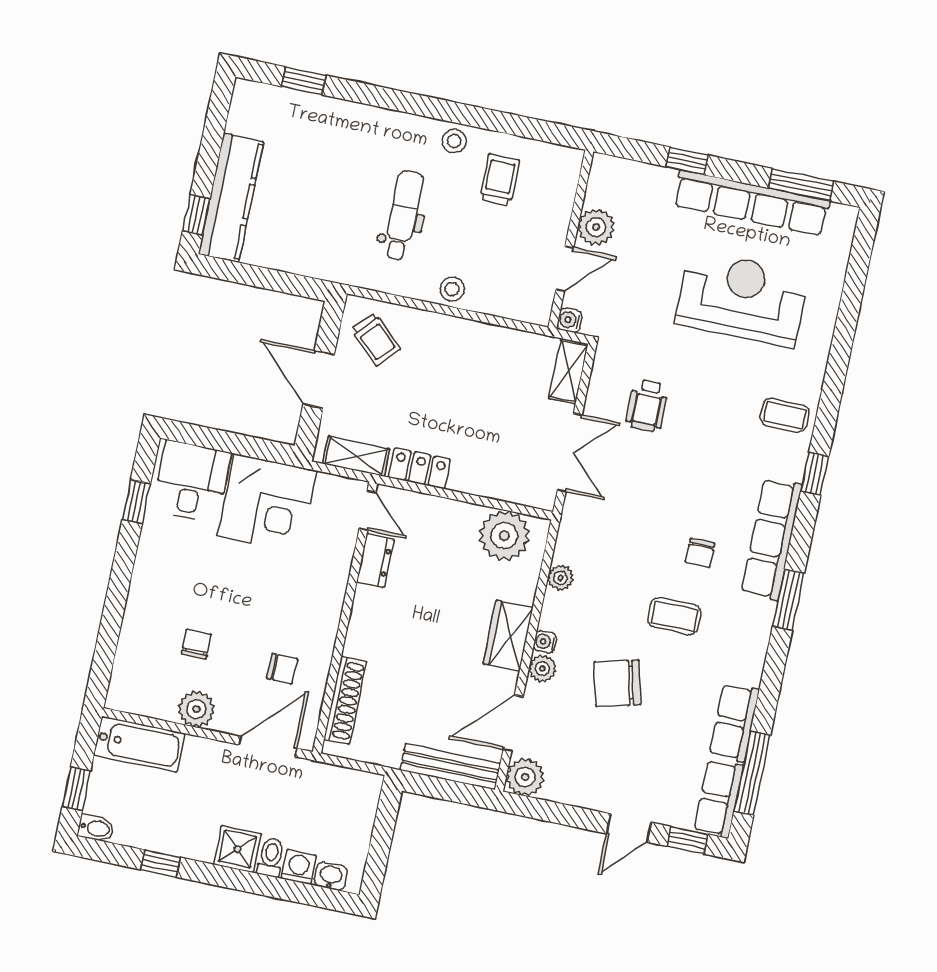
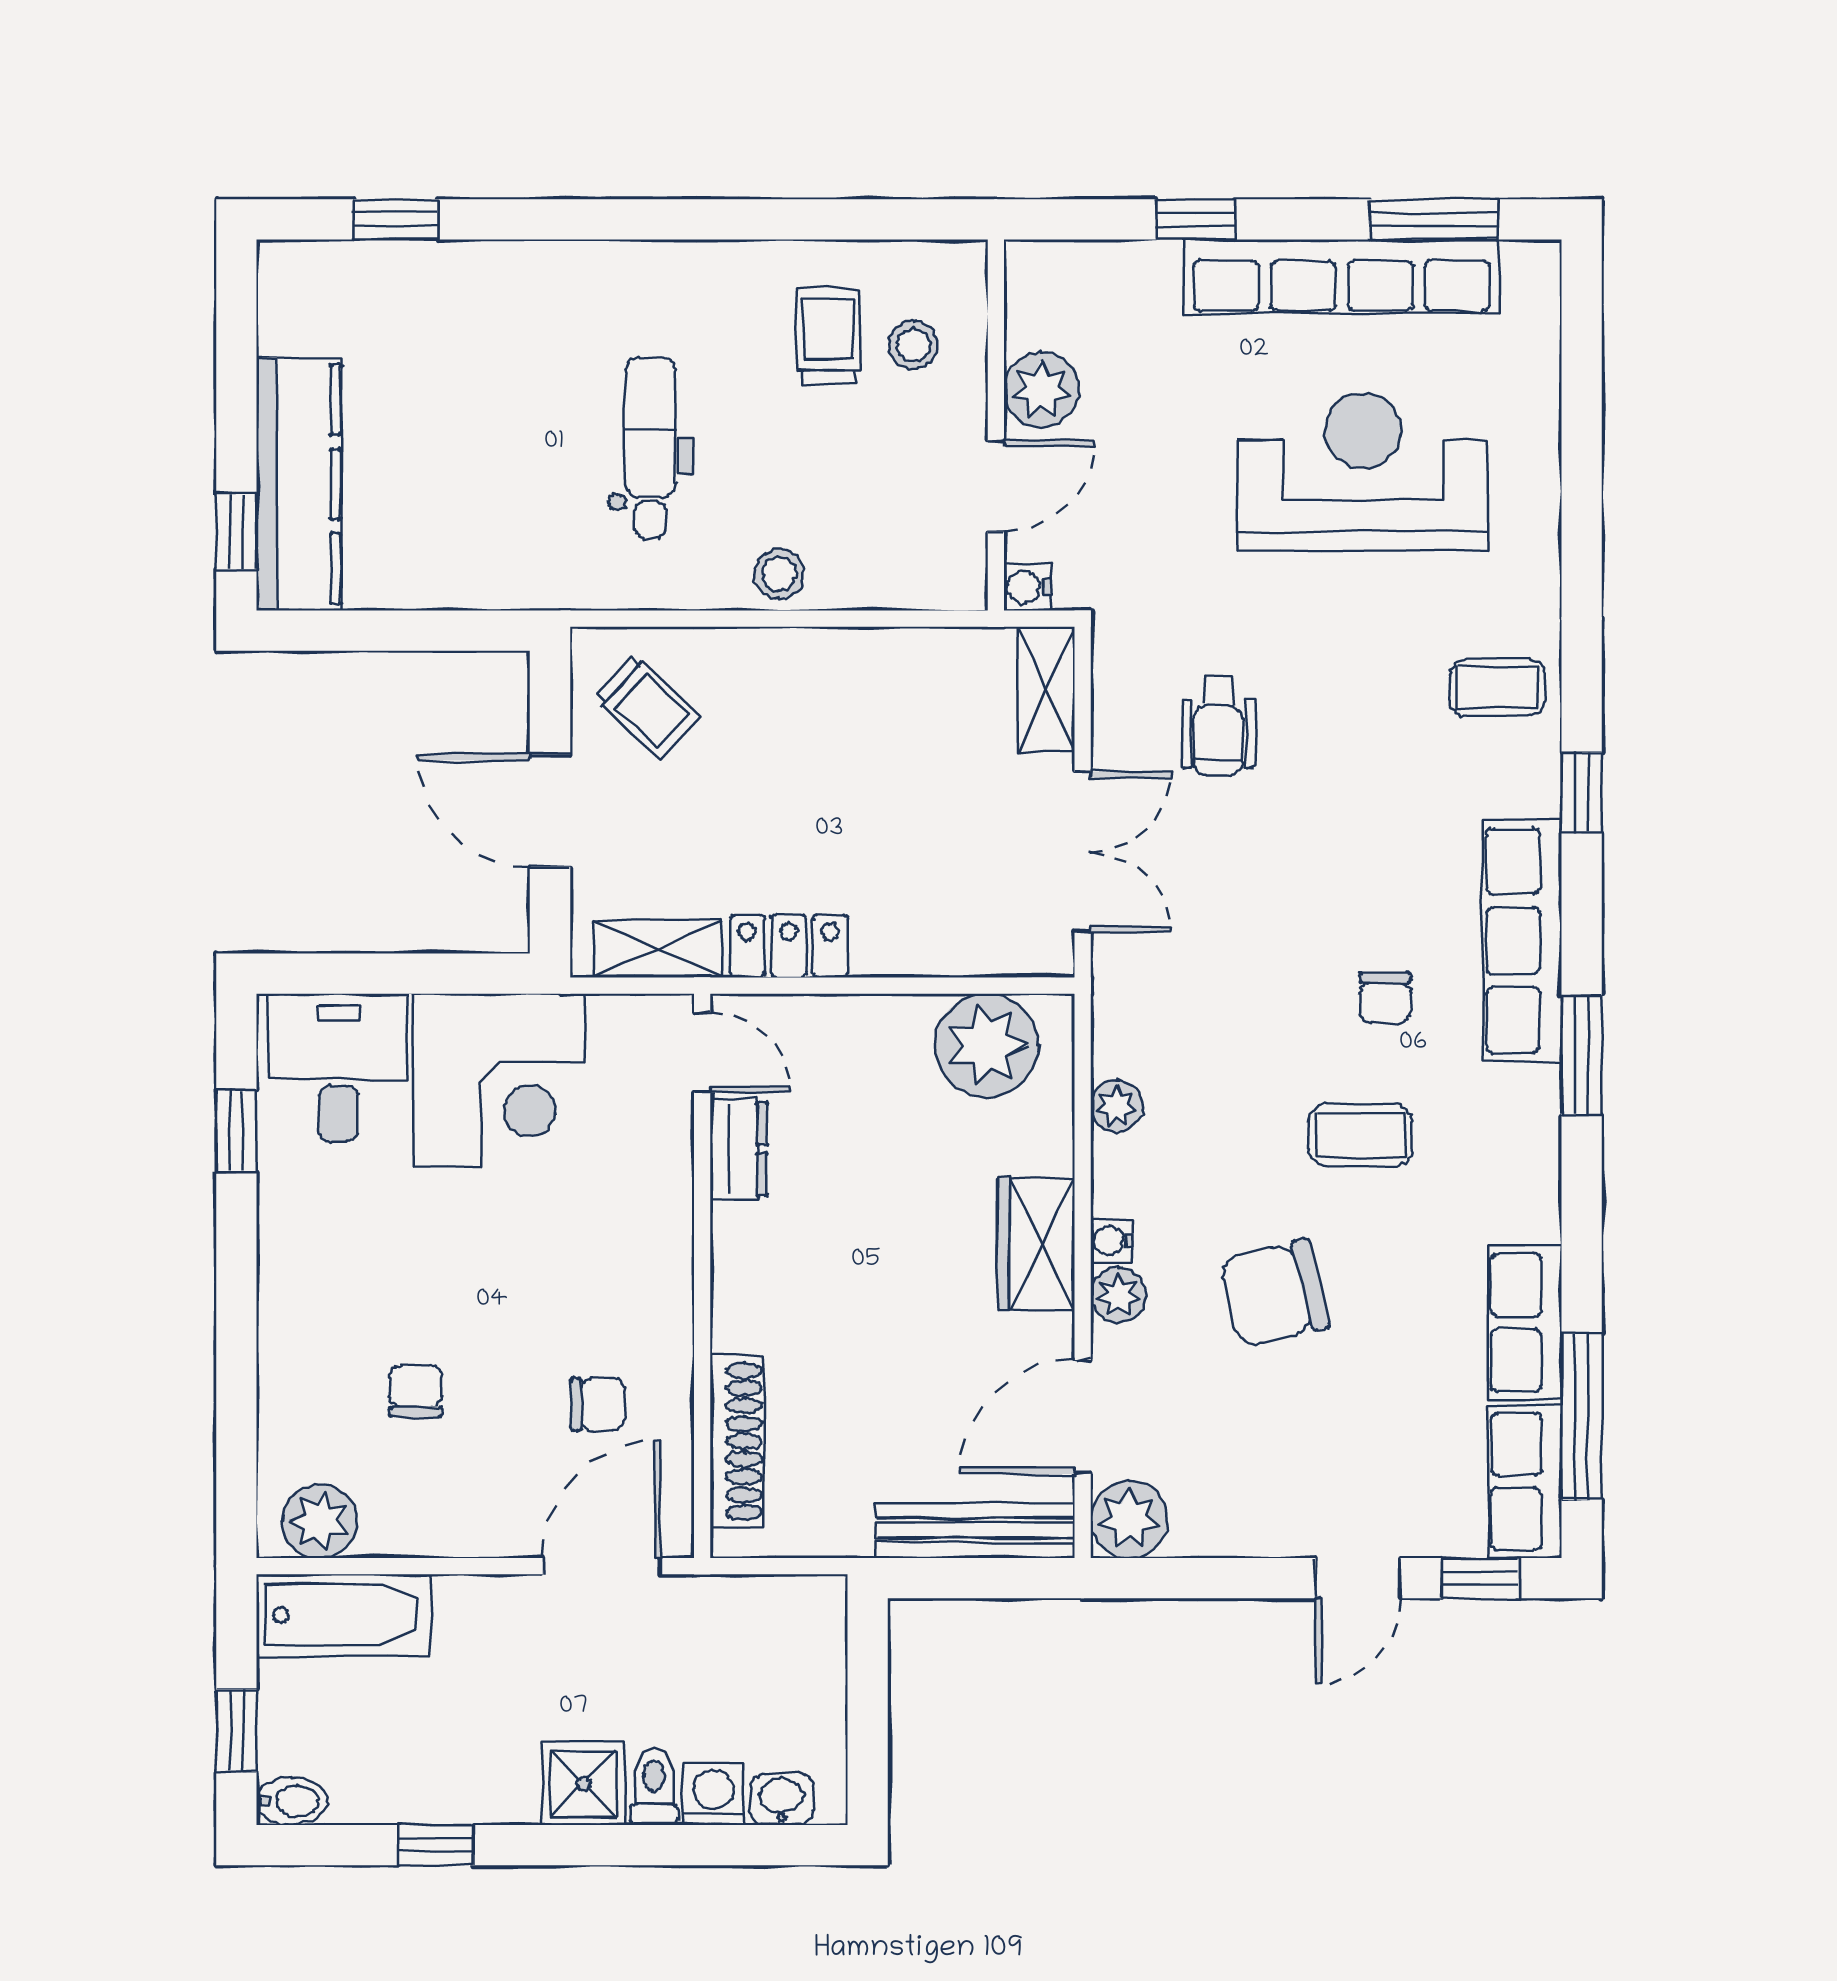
stool: (454, 141) -> (913, 345), moved
plant: (196, 709) -> (320, 1521), moved

